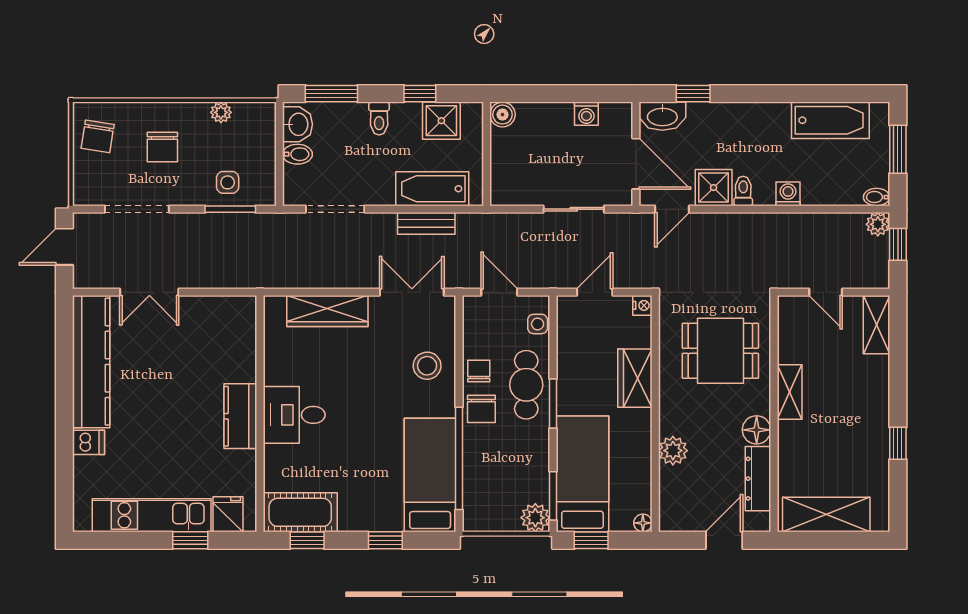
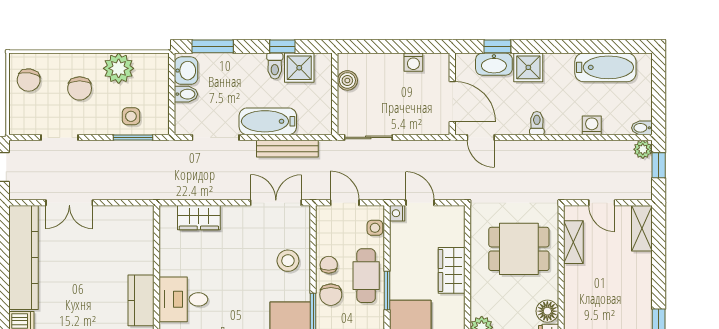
plant: (221, 112) -> (119, 68), width x1.87, depth x1.87
boiler: (502, 115) -> (347, 80), moved
washbasin: (662, 116) -> (494, 64), moved
toilet: (379, 118) -> (275, 66), moved
window: (898, 149) -> (659, 90), removed
shower: (714, 188) -> (528, 67), moved
bathtub: (432, 189) -> (268, 121), moved
washing machine: (788, 194) -> (592, 125), moved
doorway: (137, 209) -> (60, 137), width x0.73
sliding door: (574, 209) -> (368, 137), moved
door: (672, 209) -> (481, 137), hinge flipped
bench: (426, 223) -> (287, 149), width x1.36
door: (595, 292) -> (420, 203), hinge flipped
nightstand: (642, 305) -> (397, 213), moved, turned 180
wardrobe: (327, 311) -> (199, 218), width x0.67
shelving: (790, 392) -> (573, 242), moved

